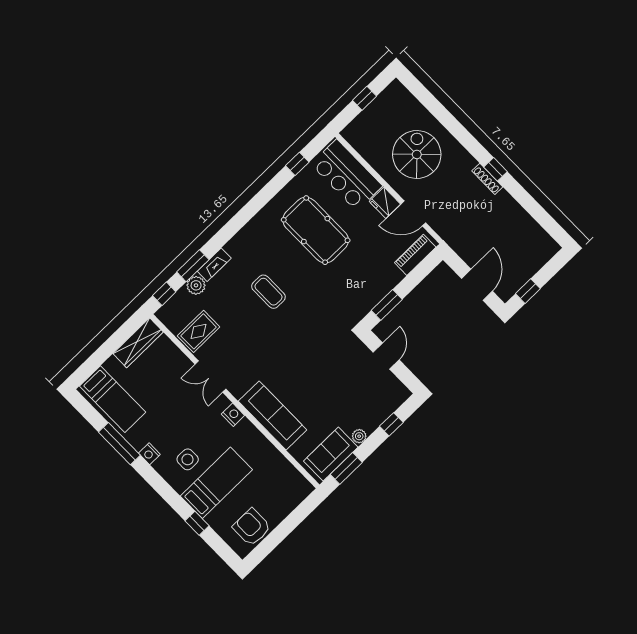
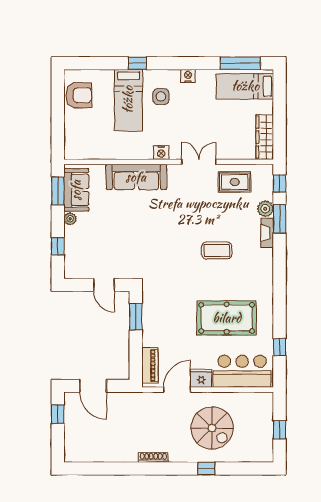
window: (496, 169) -> (206, 468), moved
rug: (199, 331) -> (235, 182), turned 90
window: (119, 444) -> (240, 63), moved
window: (197, 523) -> (137, 63), moved

